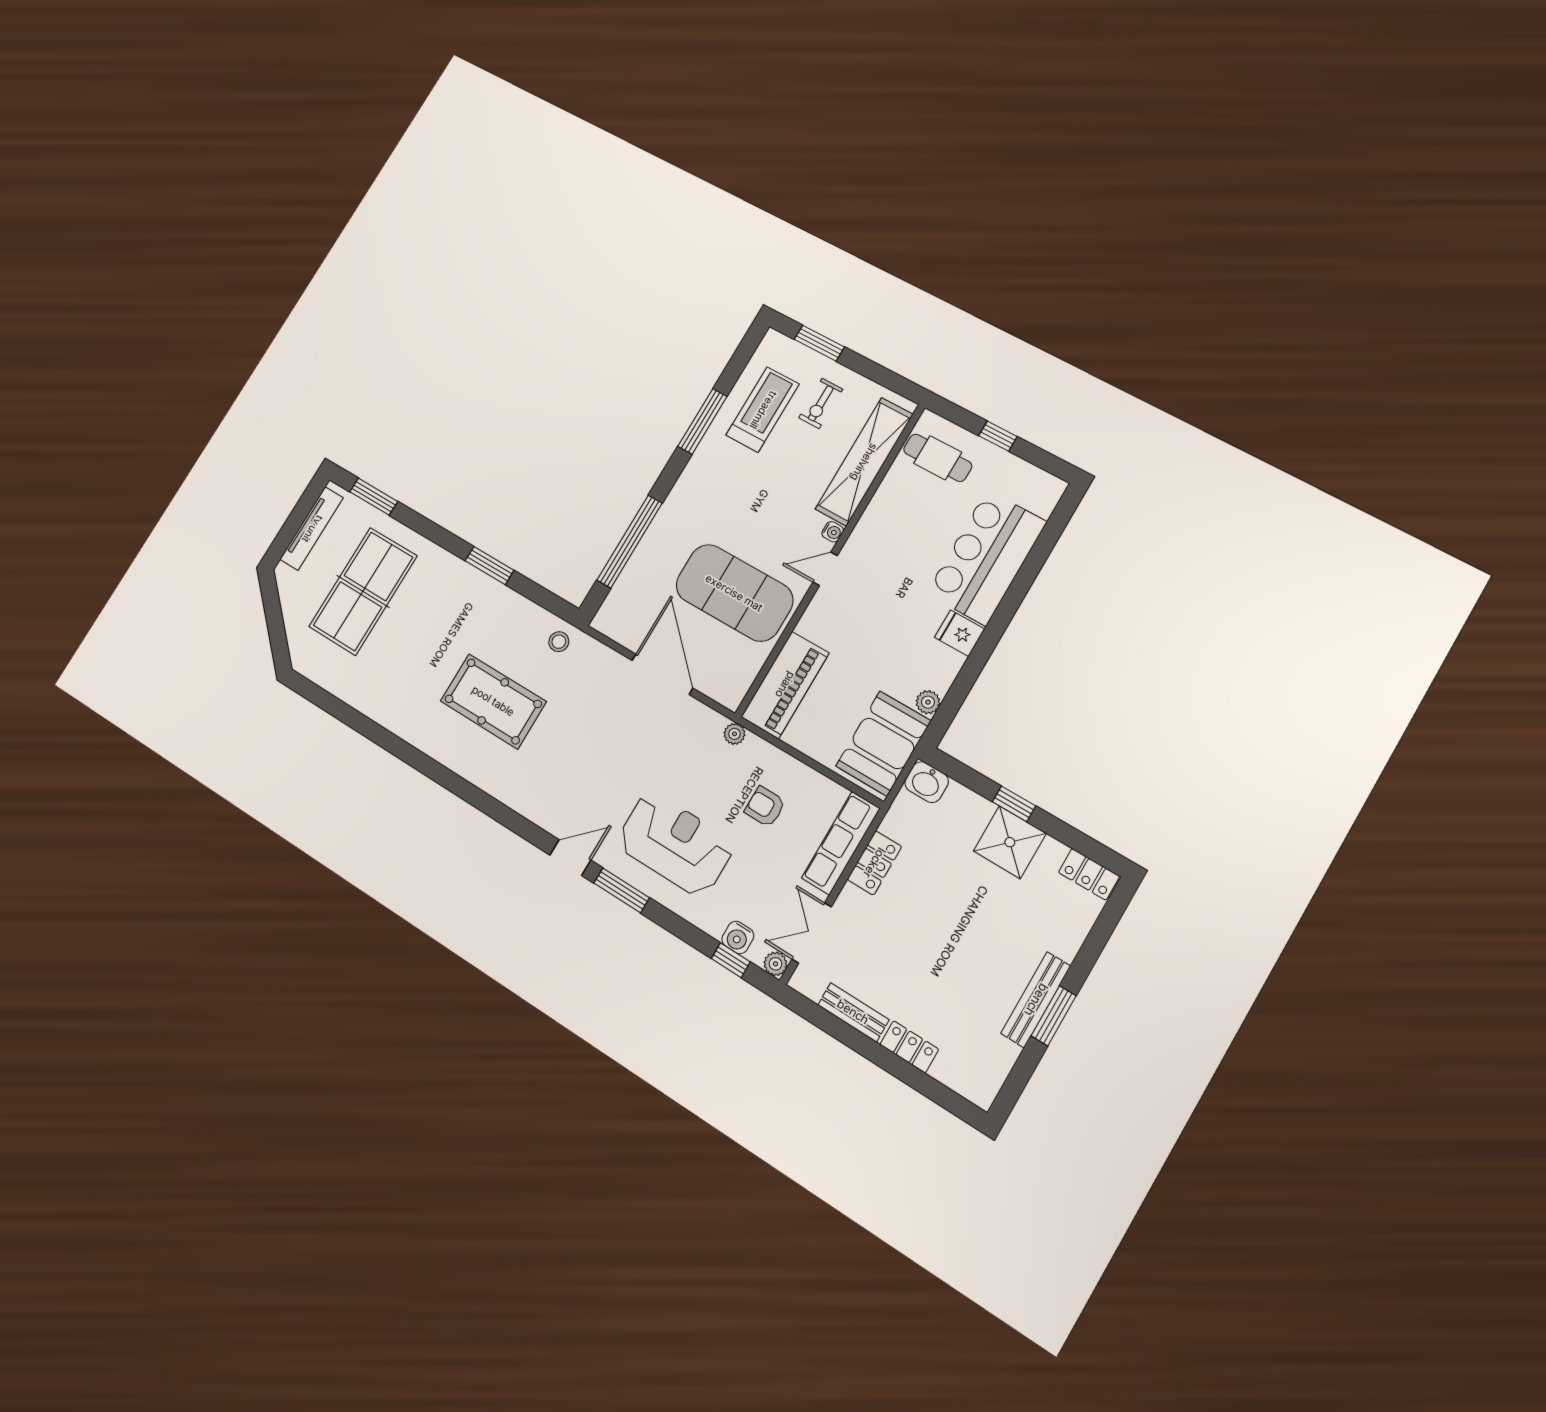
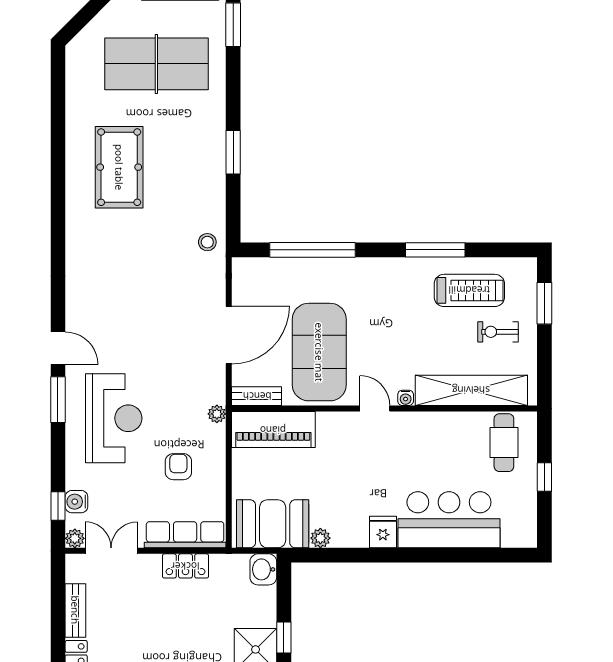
bench: (741, 682) -> (257, 396), added
pool table: (493, 701) -> (119, 167), moved

